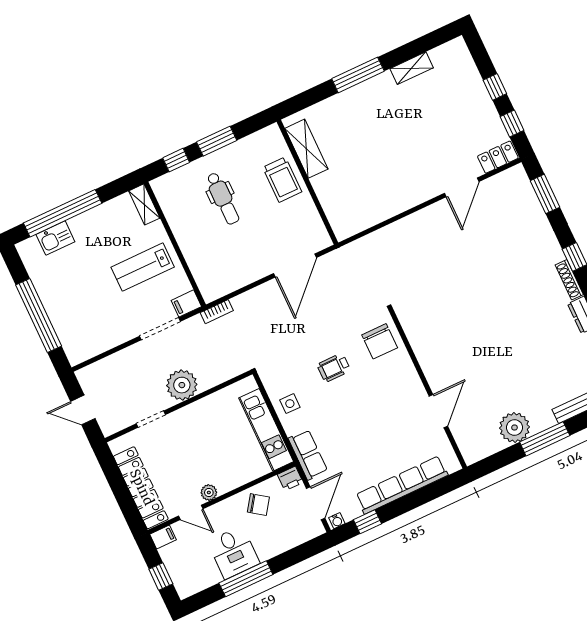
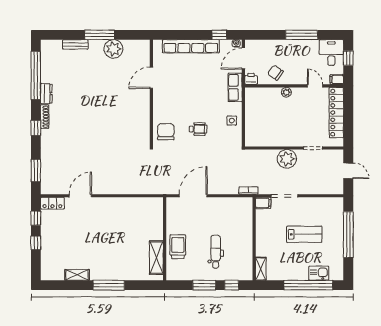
lab bench: (143, 267) -> (304, 234), moved
kitchen unit: (266, 430) -> (252, 112), removed
plant: (209, 492) -> (286, 92), moved
desk: (234, 552) -> (331, 53), moved

